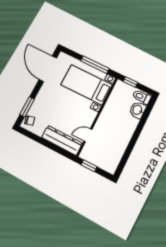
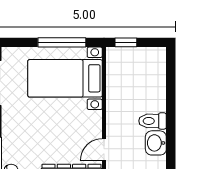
toilet: (142, 97) -> (153, 121), moved
washbasin: (138, 110) -> (156, 143), moved

